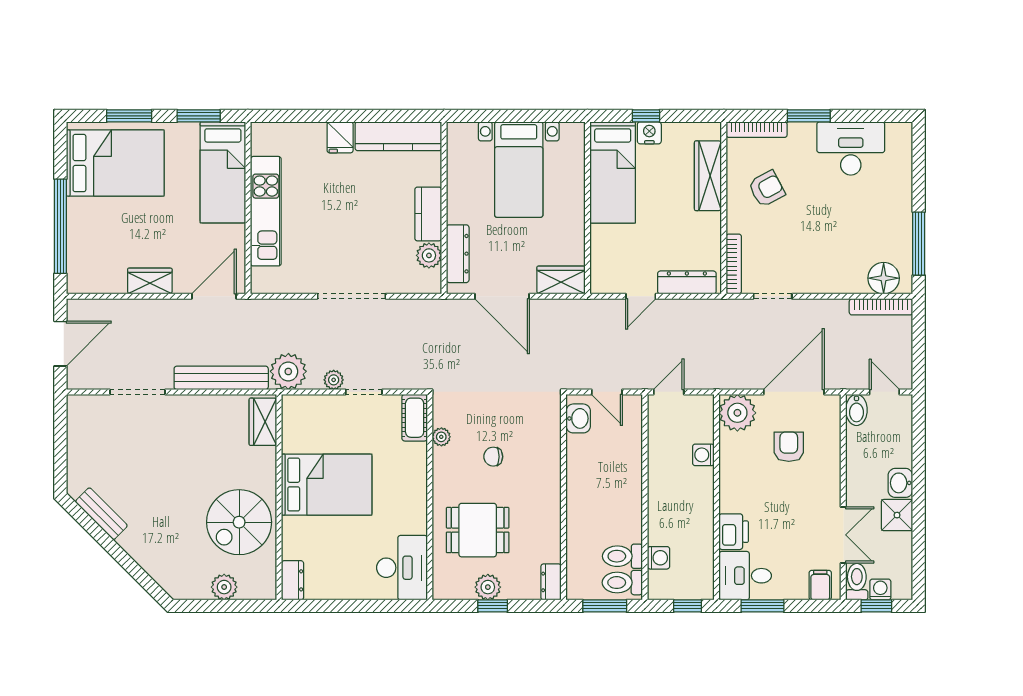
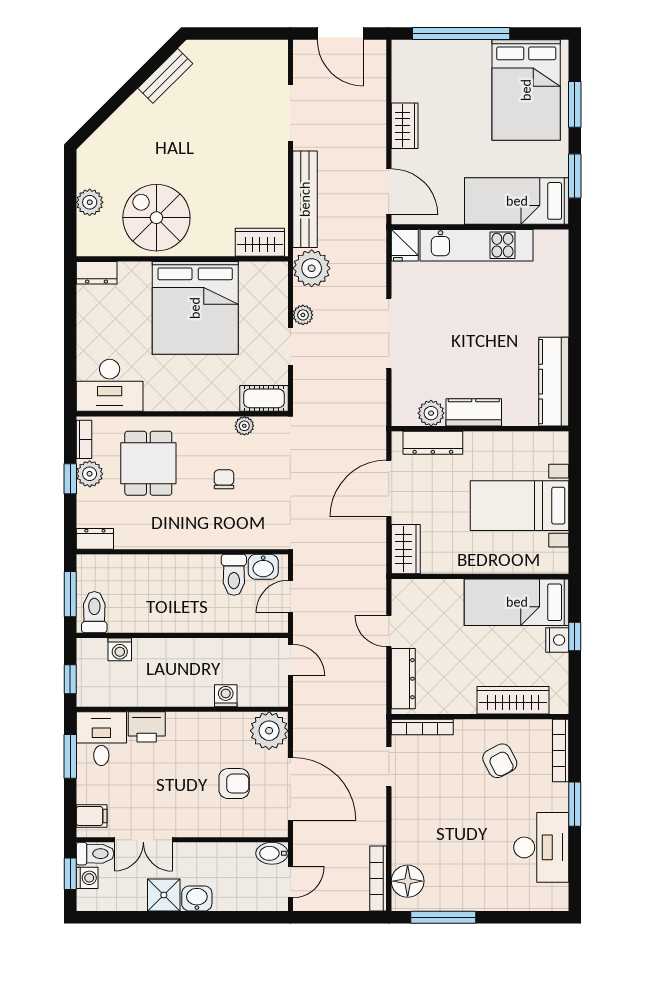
fridge: (340, 137) -> (405, 245), moved, turned -90
bed: (327, 485) -> (195, 308), width x1.36
toilet: (622, 556) -> (234, 575), moved, turned 180
bookcase: (454, 593) -> (84, 439), added

